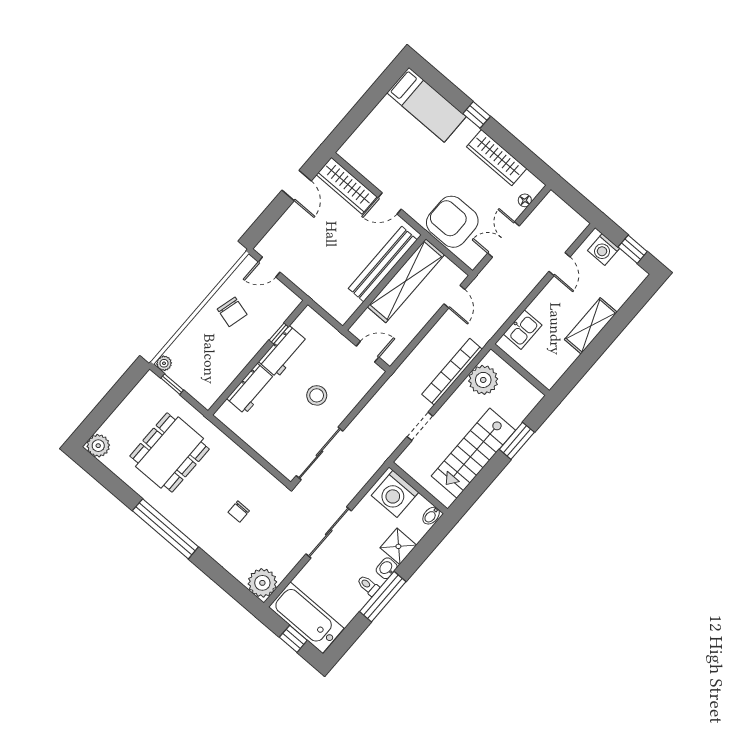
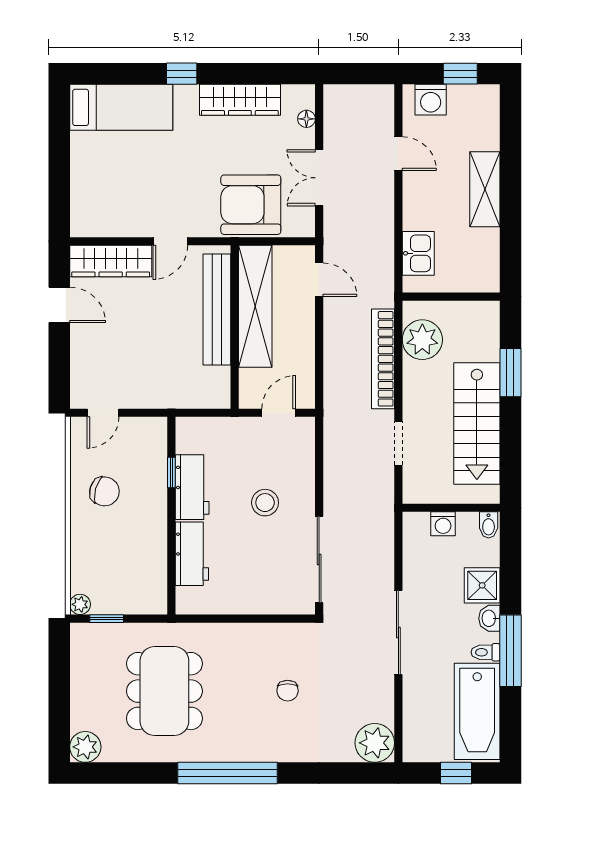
washing machine: (395, 494) -> (443, 524), width x0.53, depth x0.53
bathtub: (306, 618) -> (477, 711), moved, turned -90

